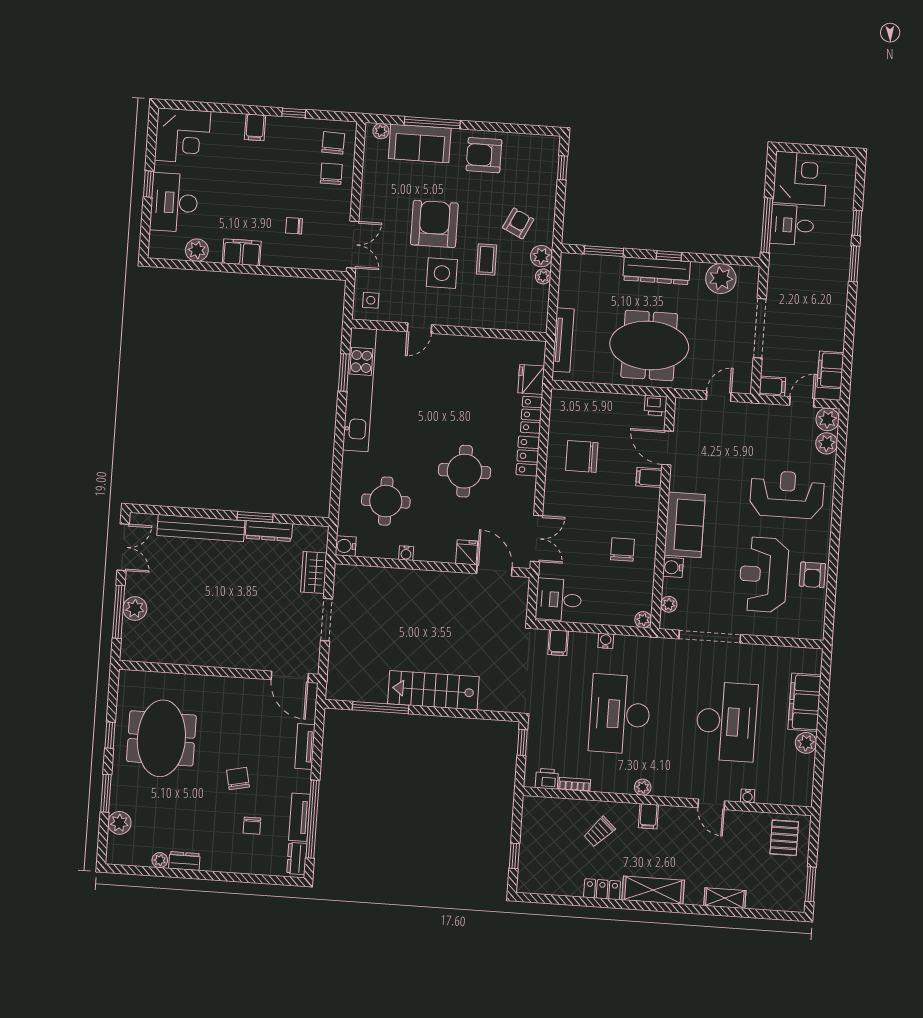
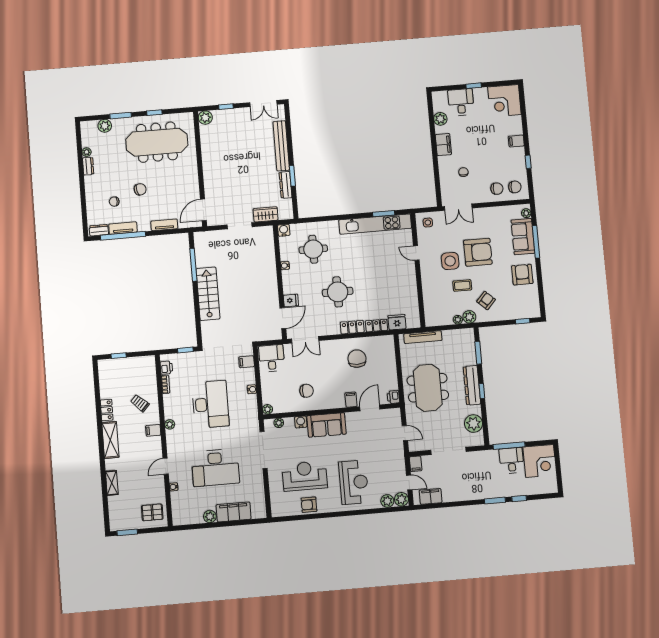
desk: (174, 203) -> (461, 102), width x0.73
armchair: (518, 223) -> (486, 301), turned -73
plant: (135, 609) -> (205, 118), moved
window: (119, 612) -> (226, 107), width x0.46
desk: (620, 714) -> (210, 404), turned 90
meeting table: (161, 738) -> (157, 142), width x1.36

